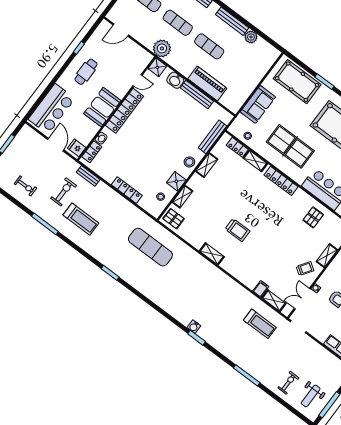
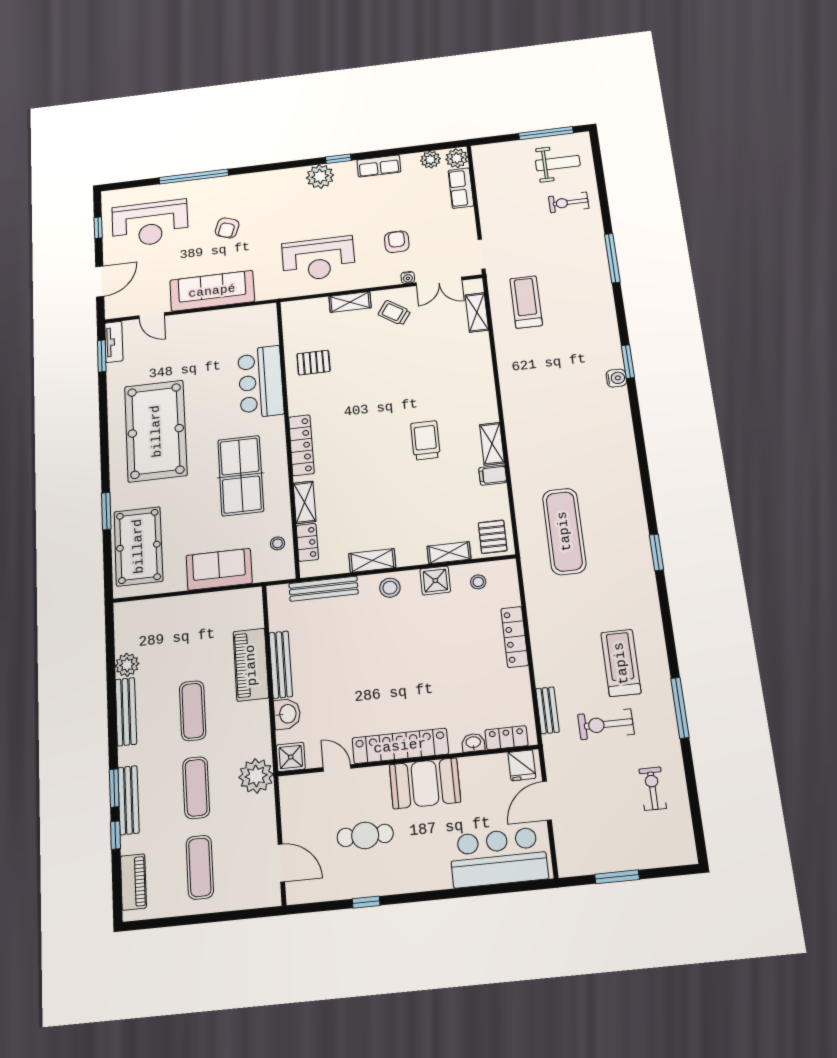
cafe table: (86, 72) -> (365, 835), moved
filing cabinet: (261, 289) -> (493, 475), moved

